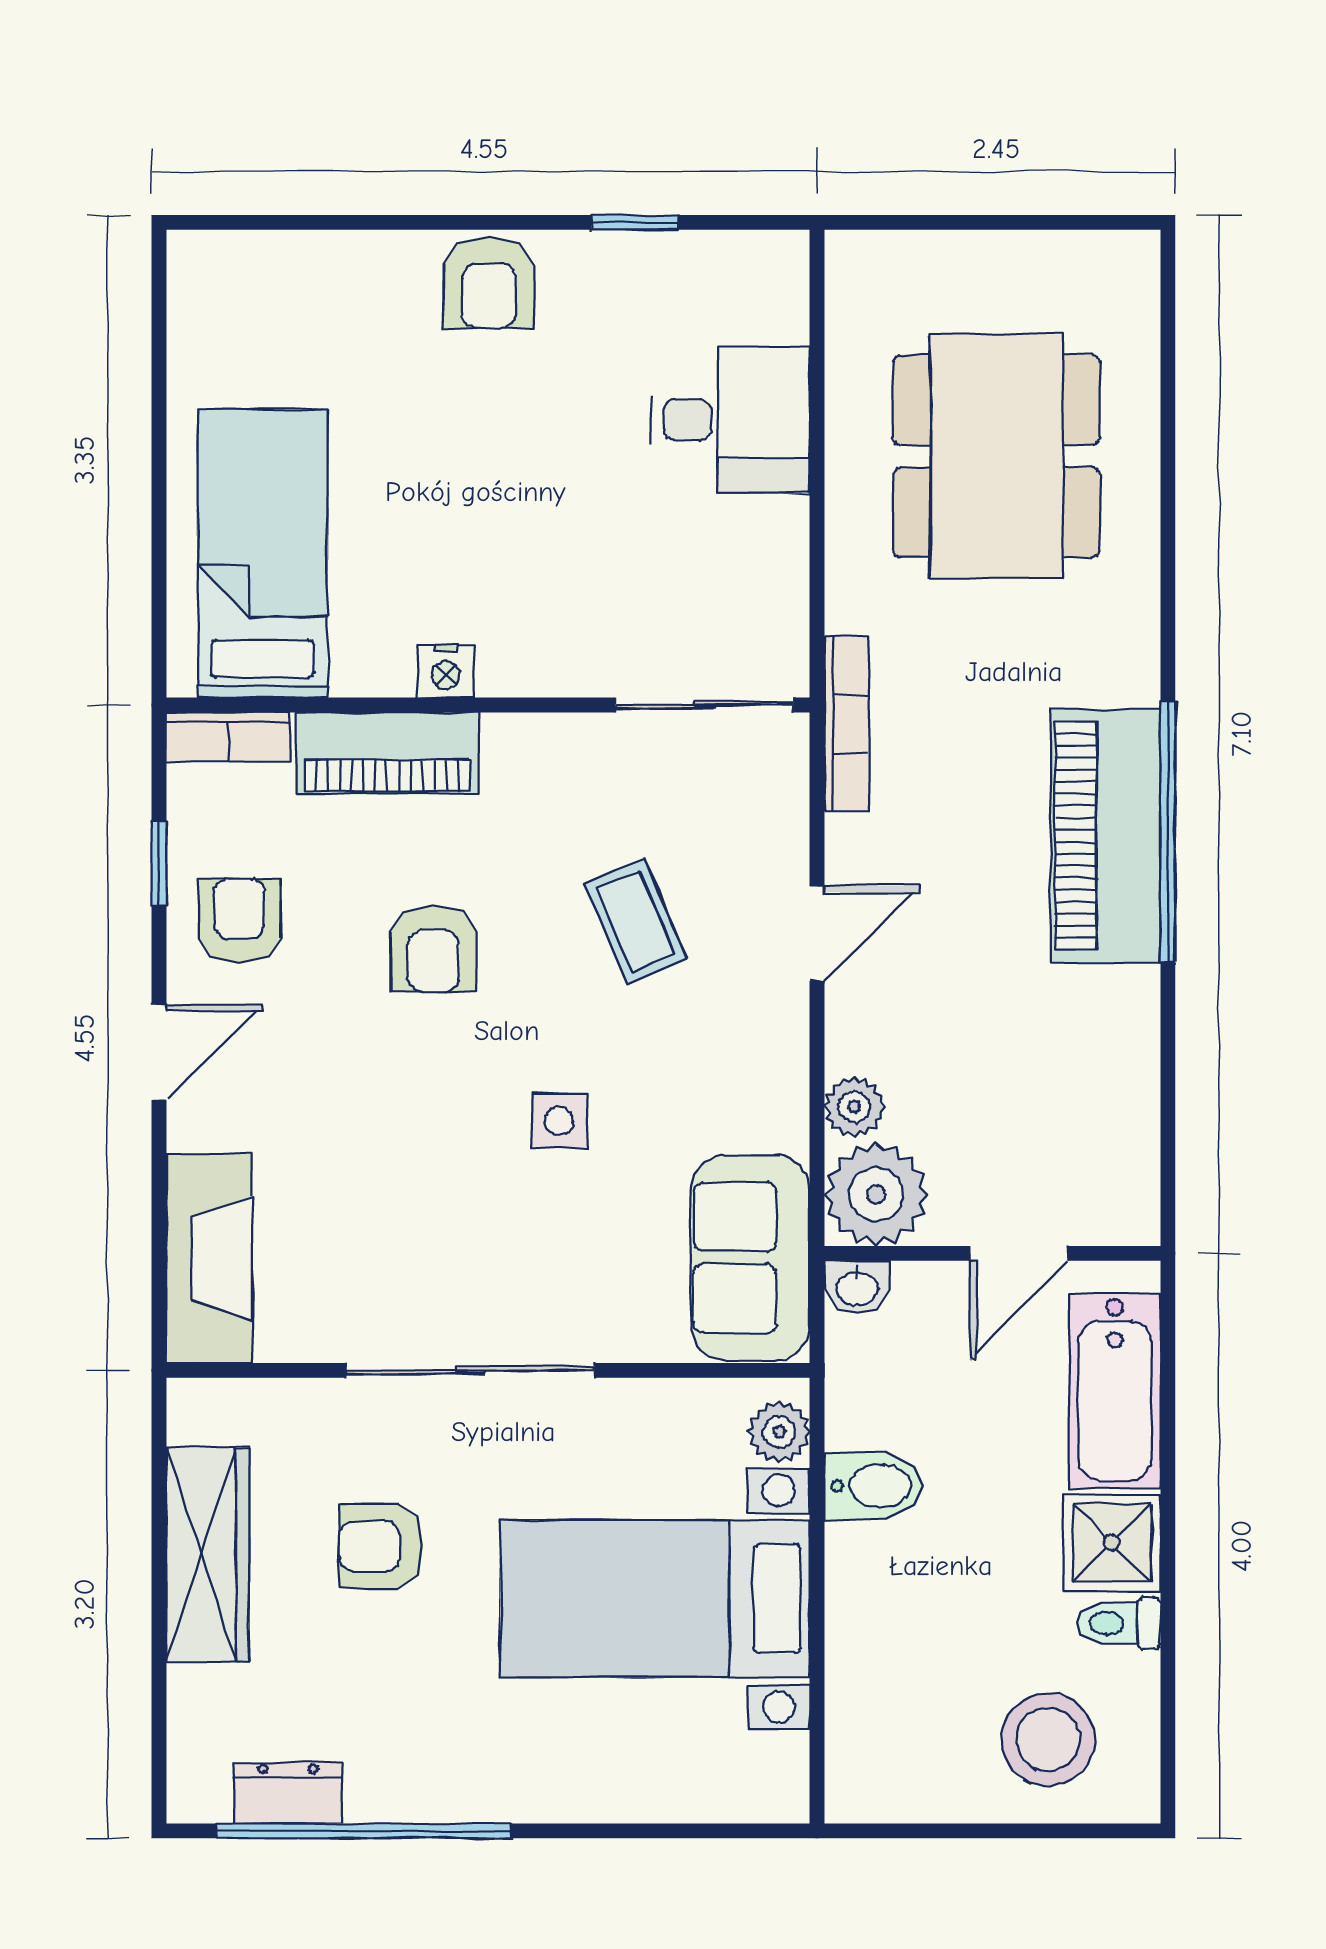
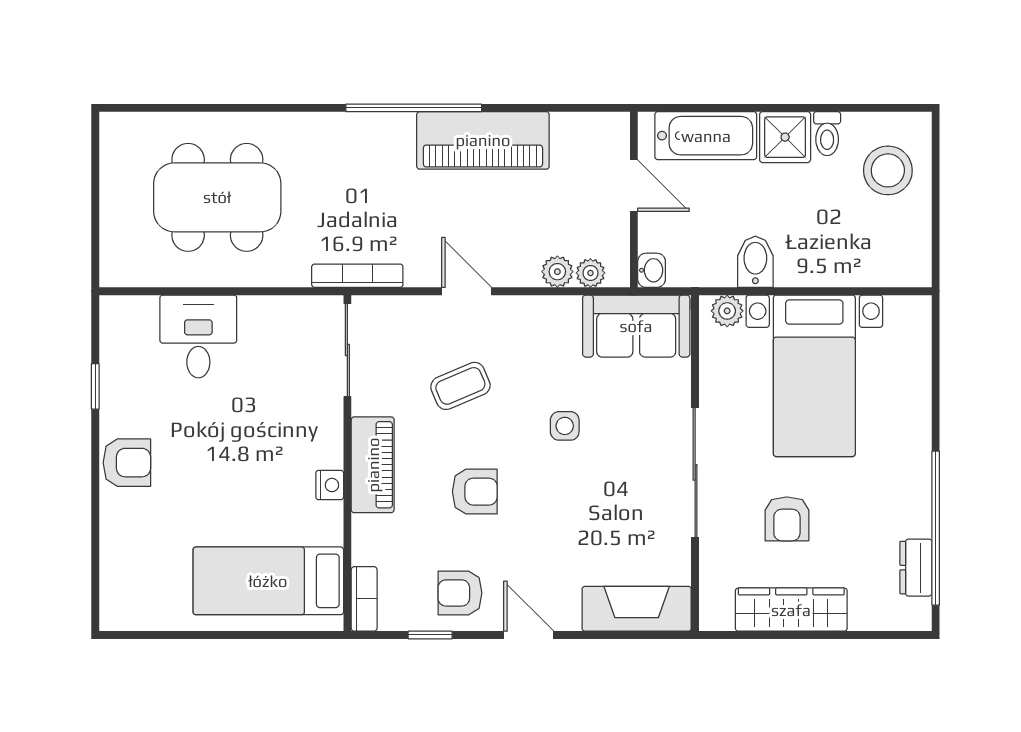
piano: (387, 753) -> (373, 465), moved
piano: (1106, 836) -> (483, 140), moved
plant: (876, 1194) -> (590, 273), width x0.53, depth x0.53

